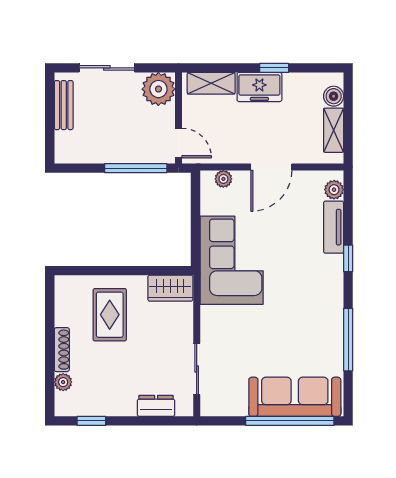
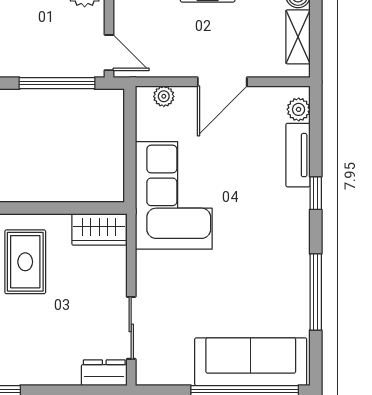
dresser: (156, 406) -> (104, 373), moved

